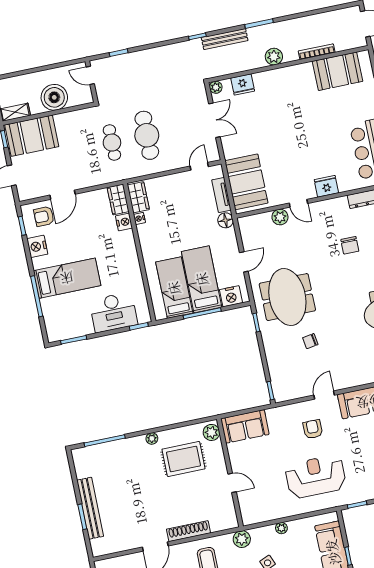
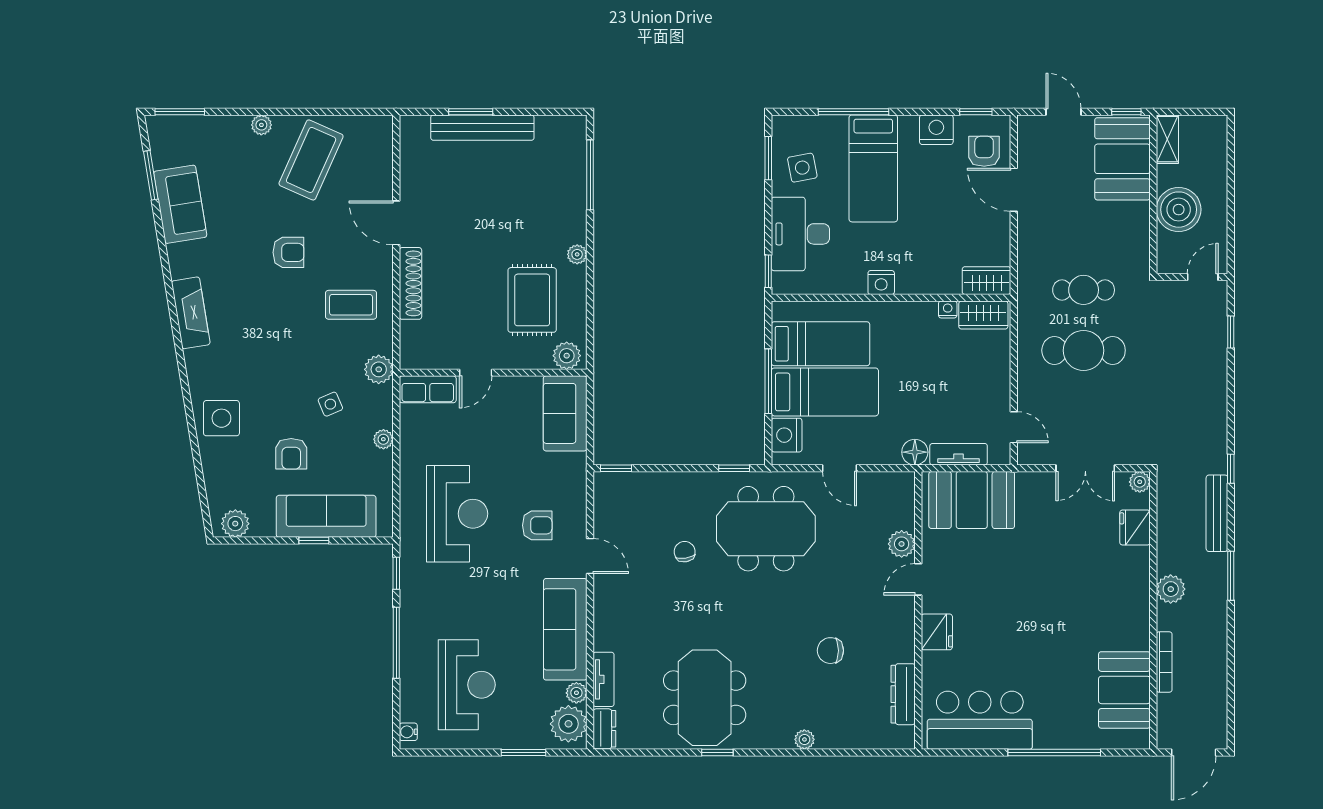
nightstand: (124, 222) -> (881, 283), moved
side table: (75, 319) -> (802, 168), added
row of seats: (247, 508) -> (428, 389), added

